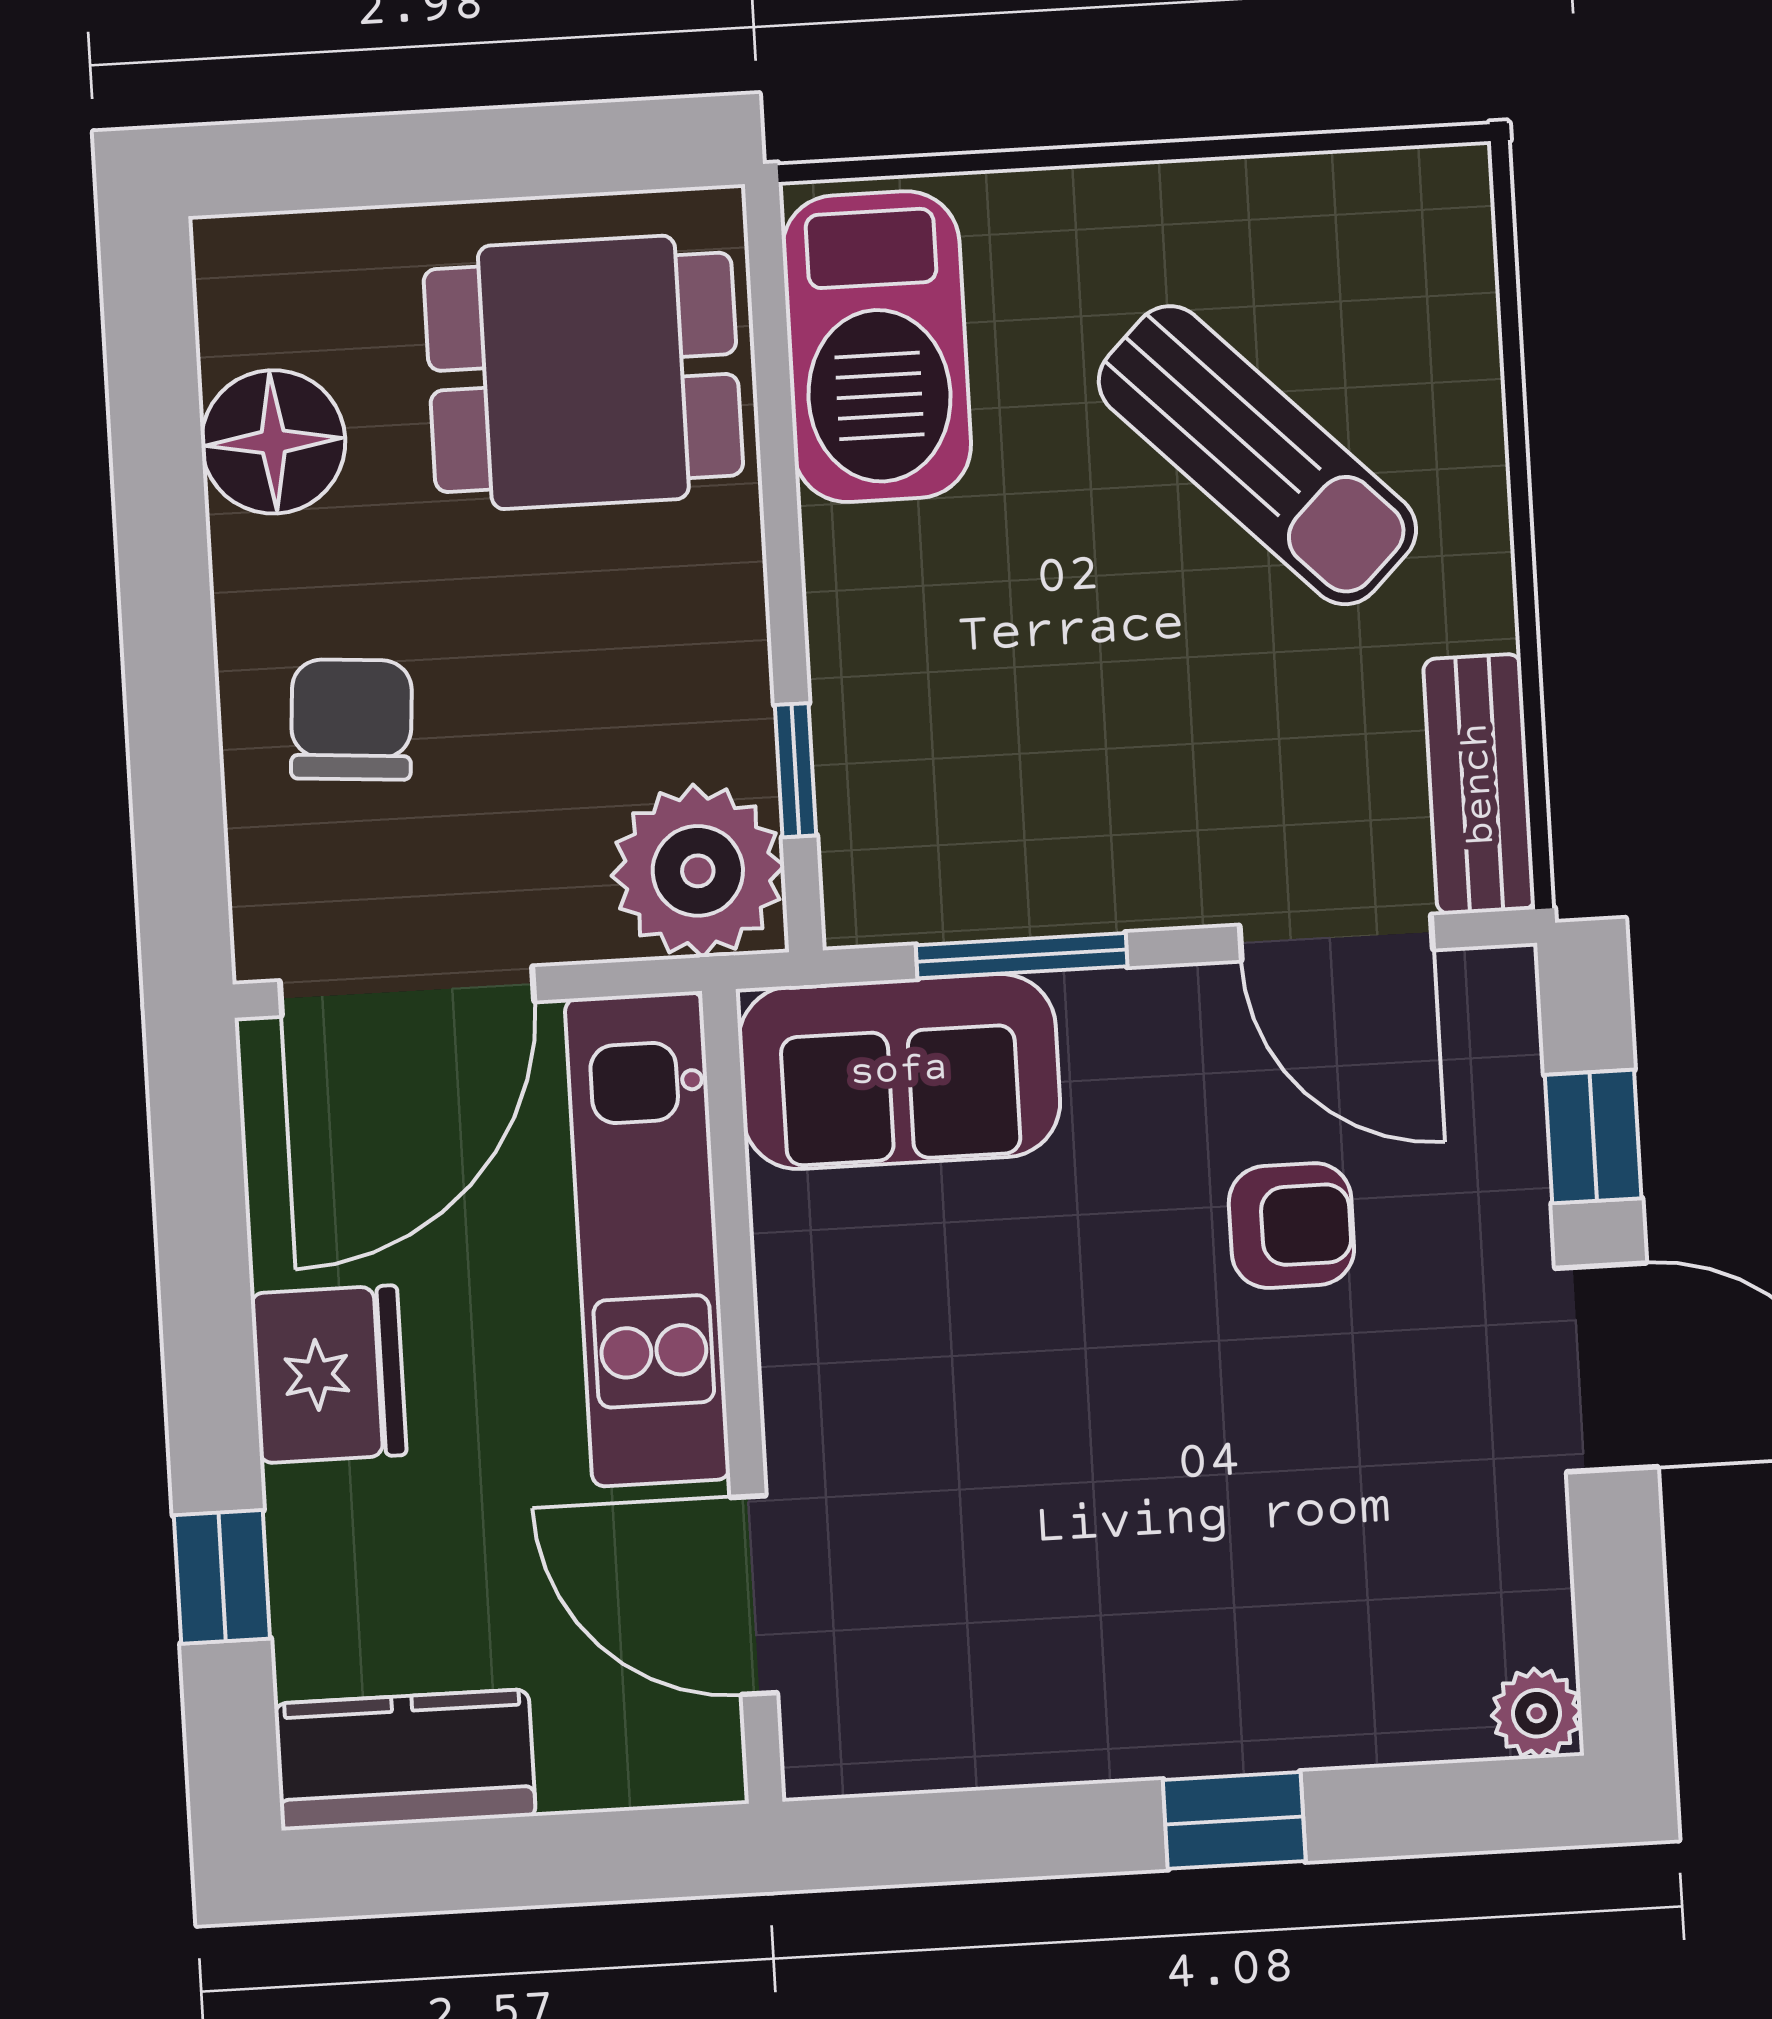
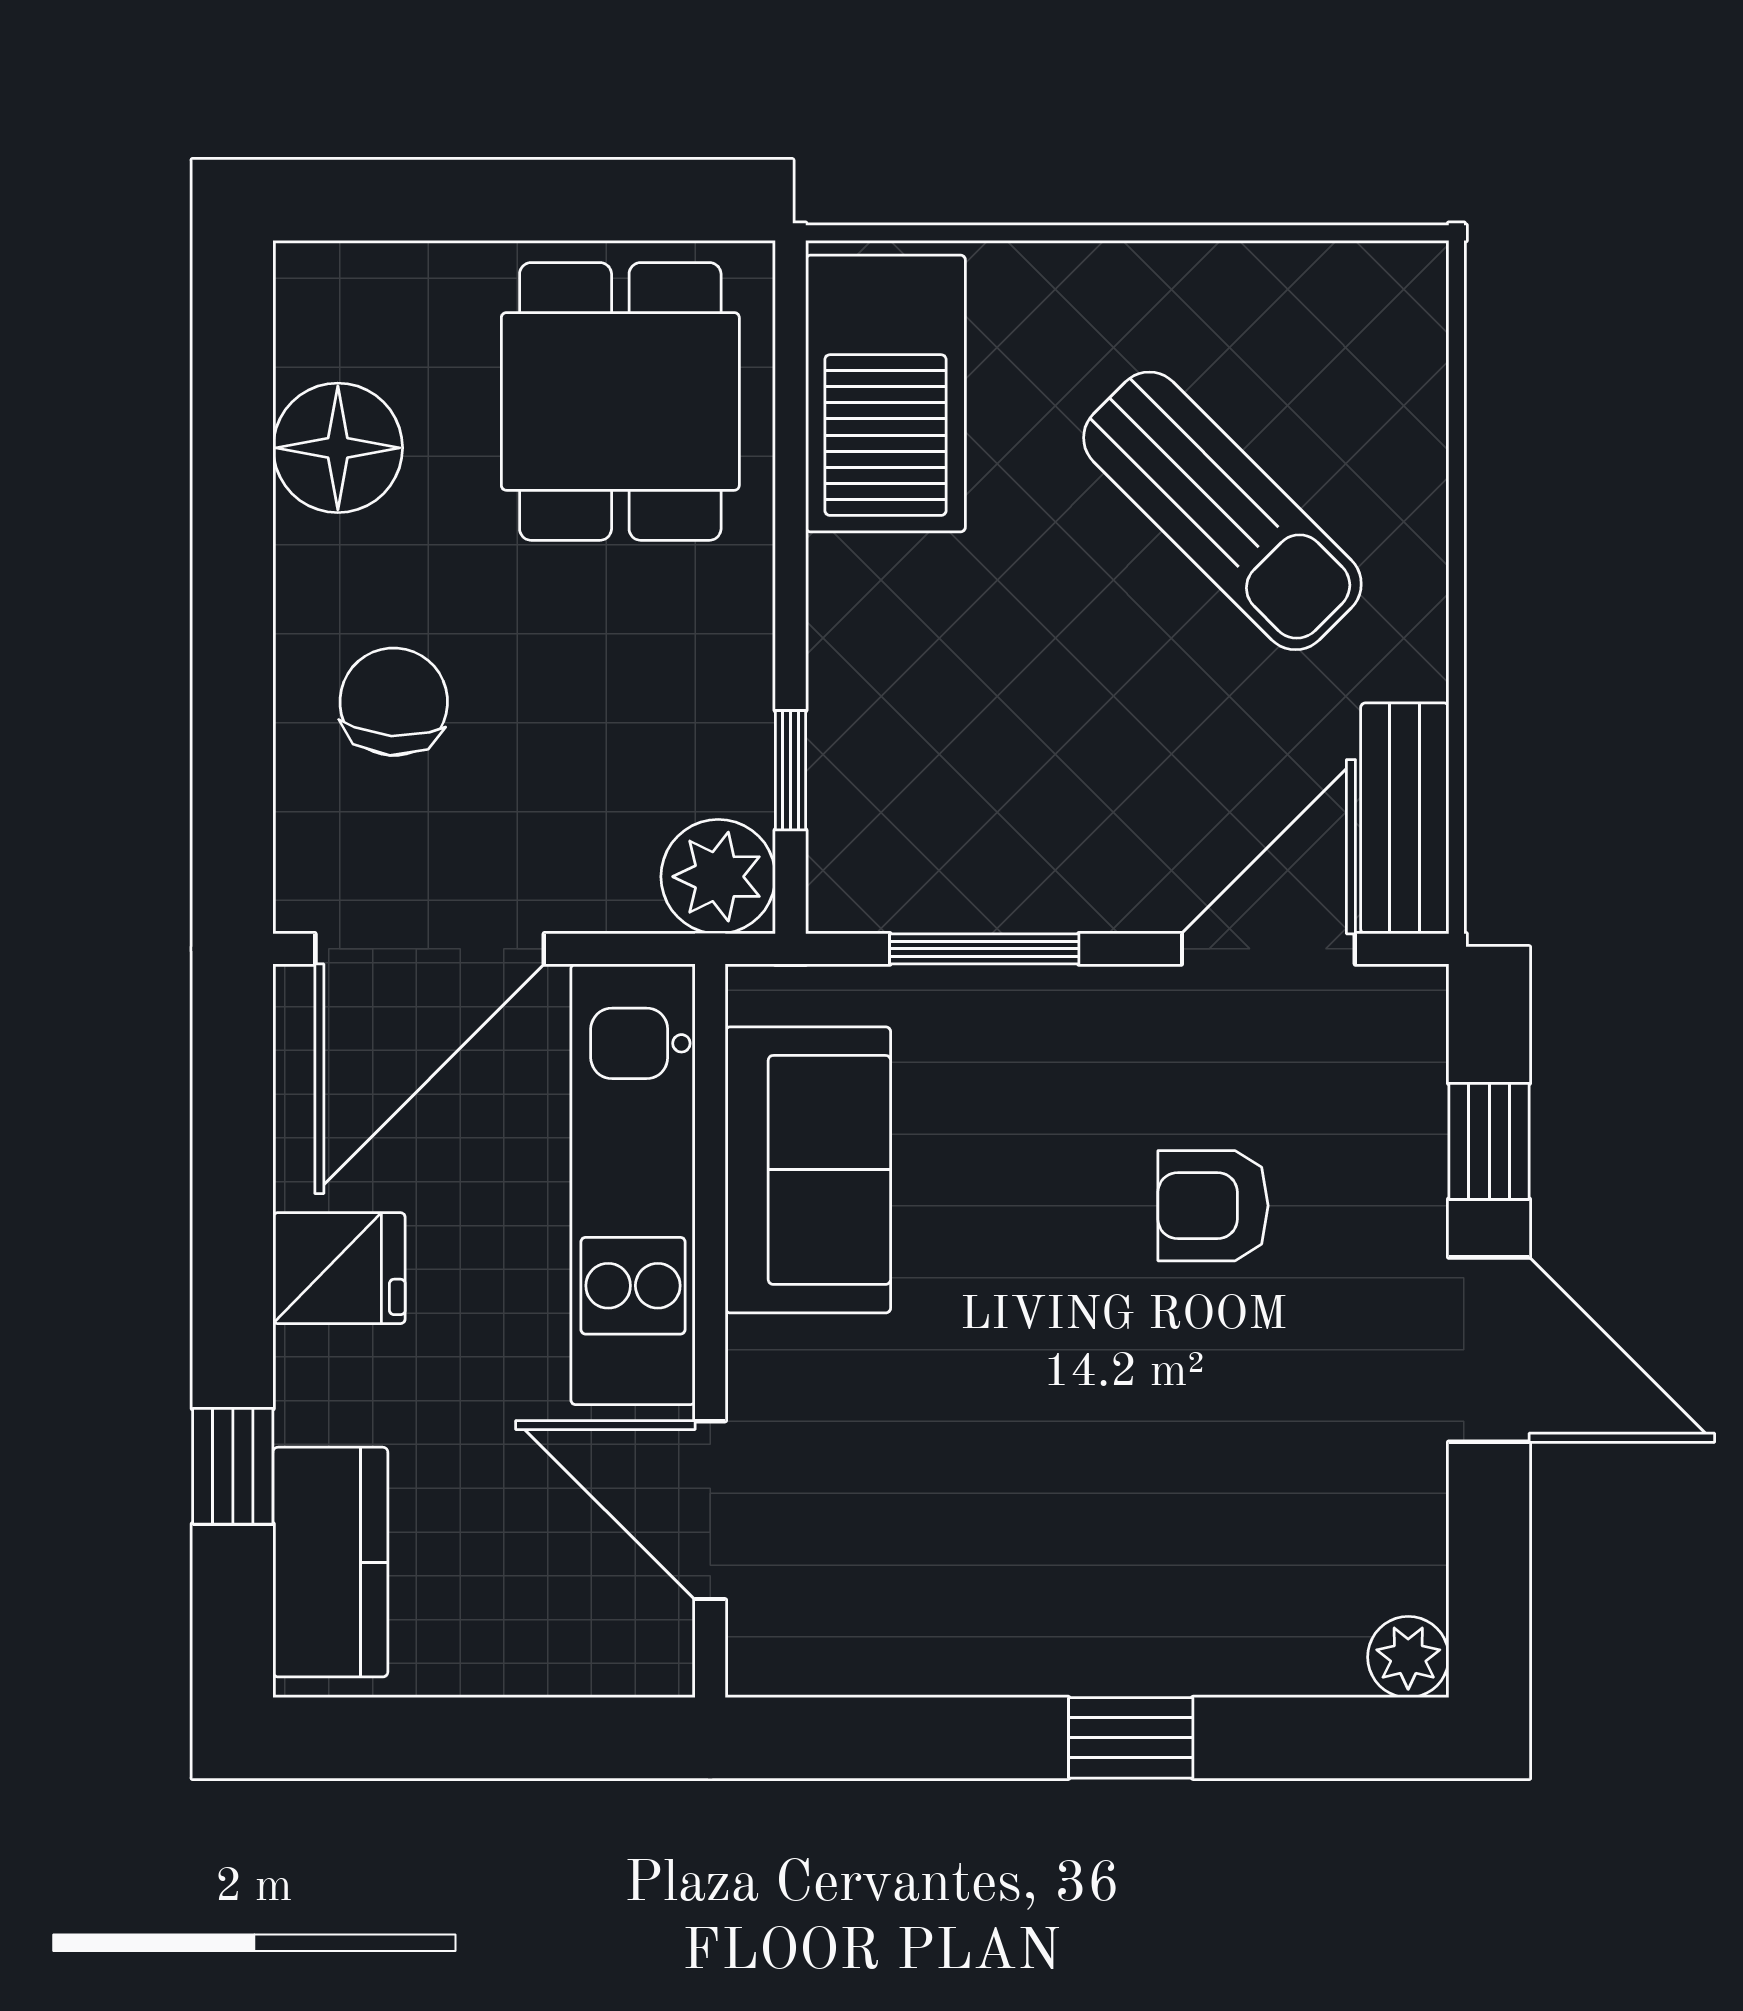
dining table: (583, 372) -> (620, 401), turned 90
plant: (698, 871) -> (718, 877), width x0.73, depth x0.73
door: (1336, 938) -> (1268, 949), swing flipped
sofa: (899, 1071) -> (808, 1170), moved, turned -90
armchair: (1291, 1226) -> (1213, 1206), turned 180
fridge: (329, 1374) -> (339, 1268), width x0.72
kitchen counter: (405, 1760) -> (330, 1562), moved, turned 90

